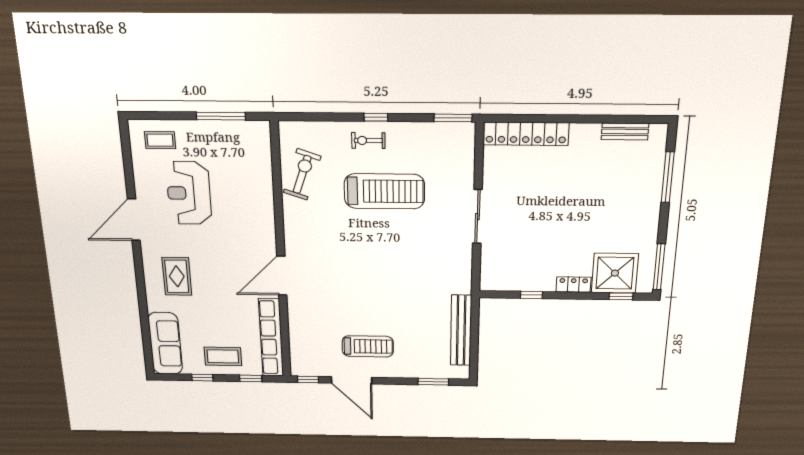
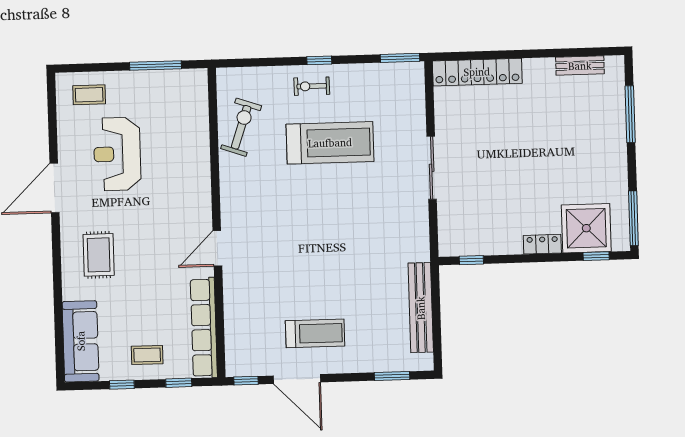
door: (282, 276) -> (217, 248), width x0.73
window: (531, 295) -> (471, 260), moved
coffee table: (223, 356) -> (147, 355), width x0.73, depth x0.77

